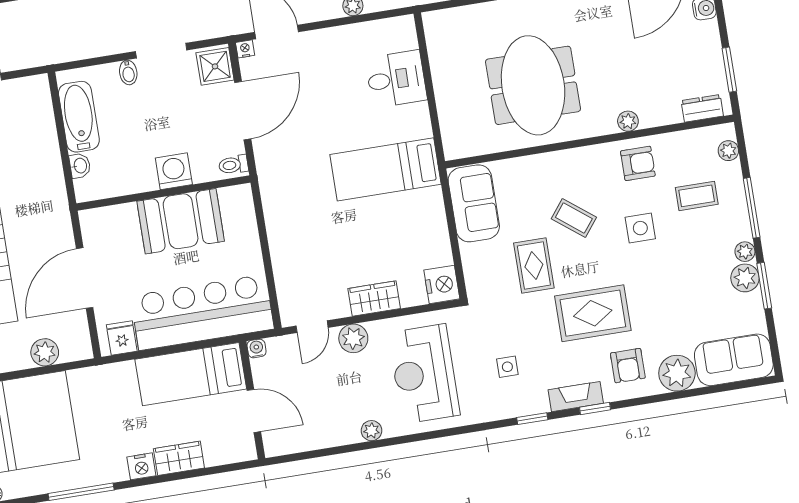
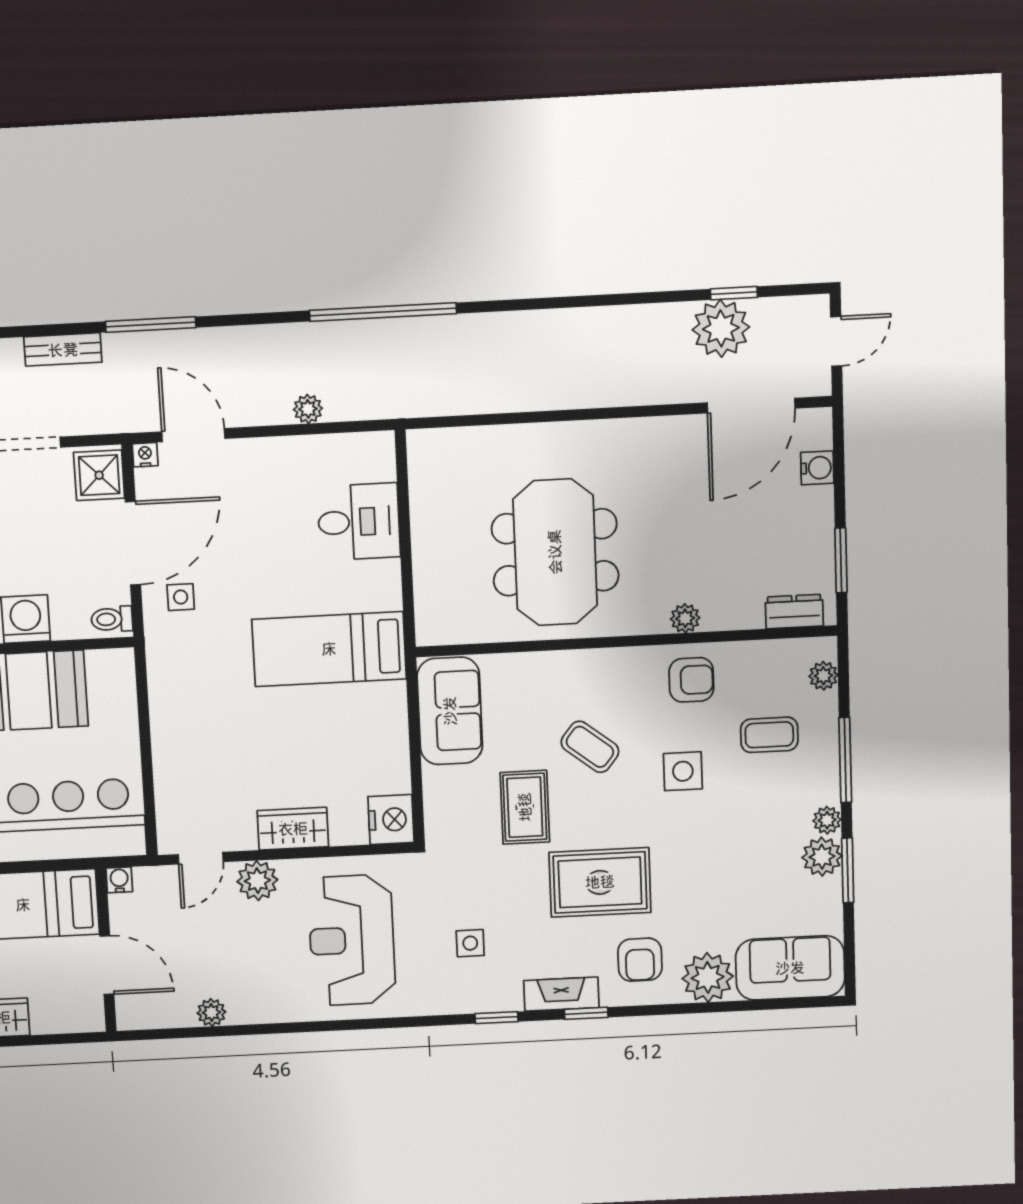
side table: (279, 144) -> (181, 597), added
plant: (371, 431) -> (211, 1013), moved

